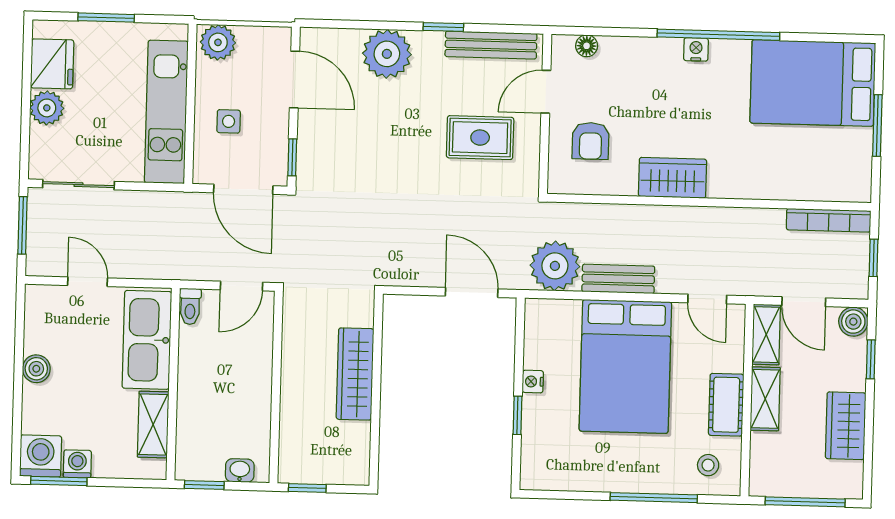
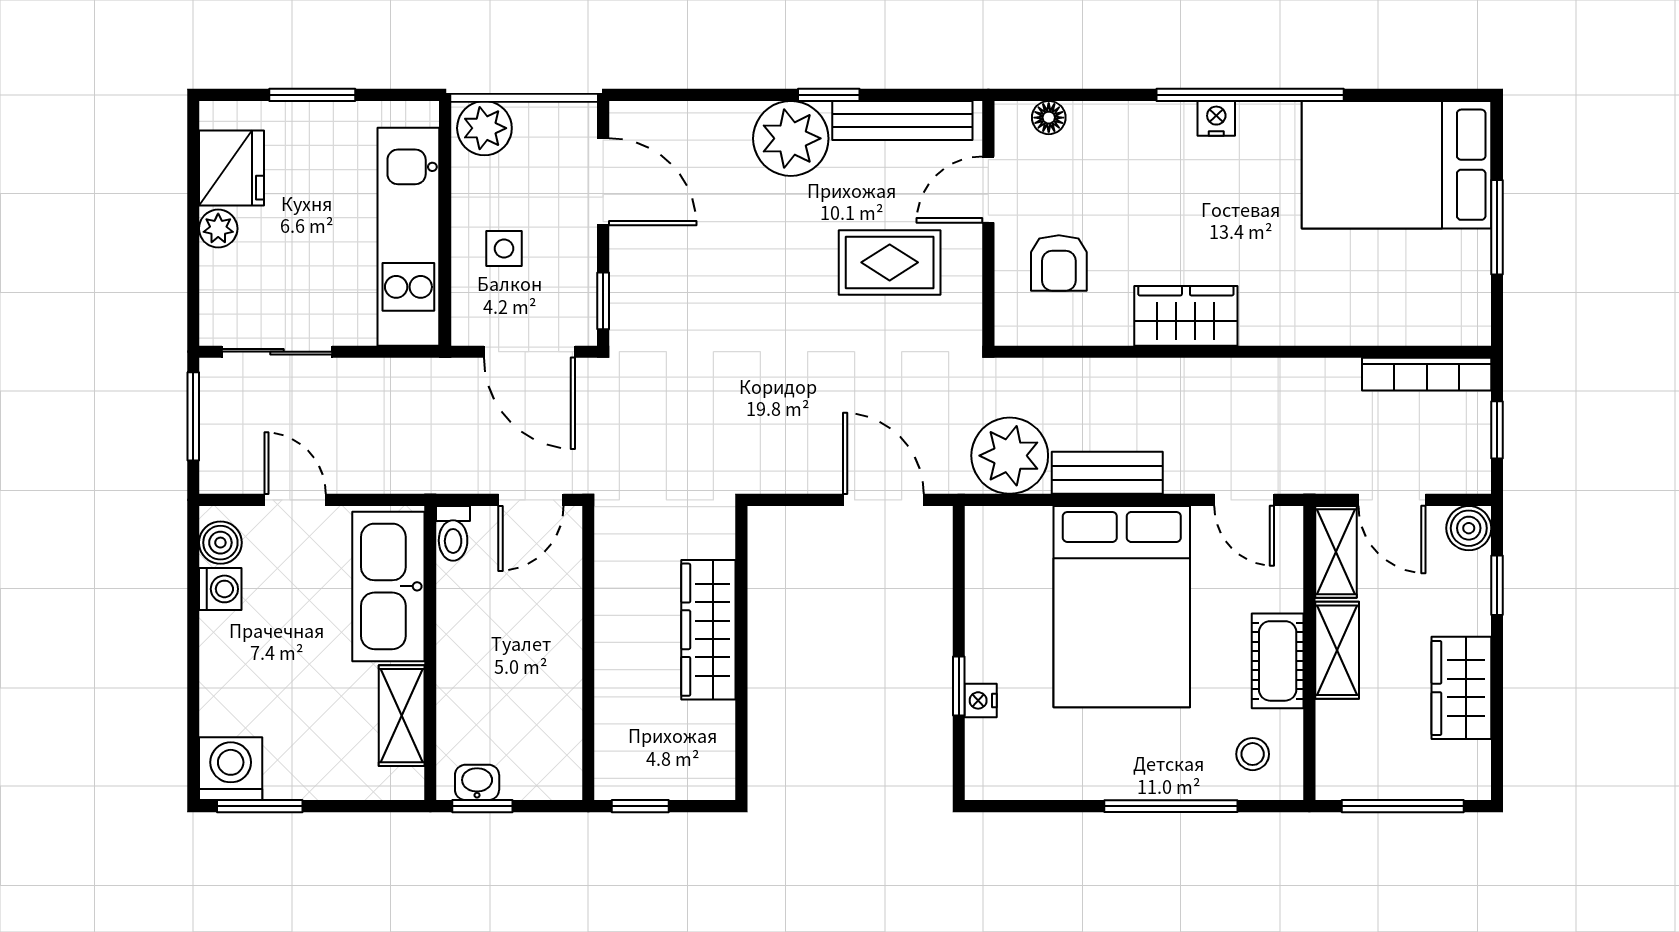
plant: (387, 54) -> (791, 138), moved
plant: (47, 108) -> (218, 229), width x0.73, depth x0.73
boiler: (36, 369) -> (220, 543), moved
nightstand: (533, 382) -> (981, 700), moved
washing machine: (77, 464) -> (220, 589), moved, turned 90
washbasin: (240, 471) -> (477, 782), moved

